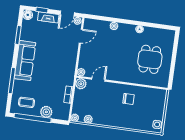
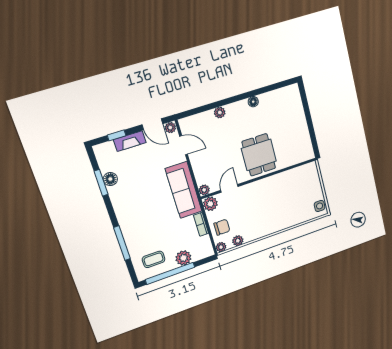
door: (67, 14) -> (152, 124), hinge flipped
floor lamp: (28, 15) -> (110, 179), moved
door: (81, 36) -> (184, 145), hinge flipped
dining table: (150, 59) -> (259, 155), moved
sofa: (25, 61) -> (184, 190), moved, turned 180
chair: (128, 99) -> (222, 227), moved

